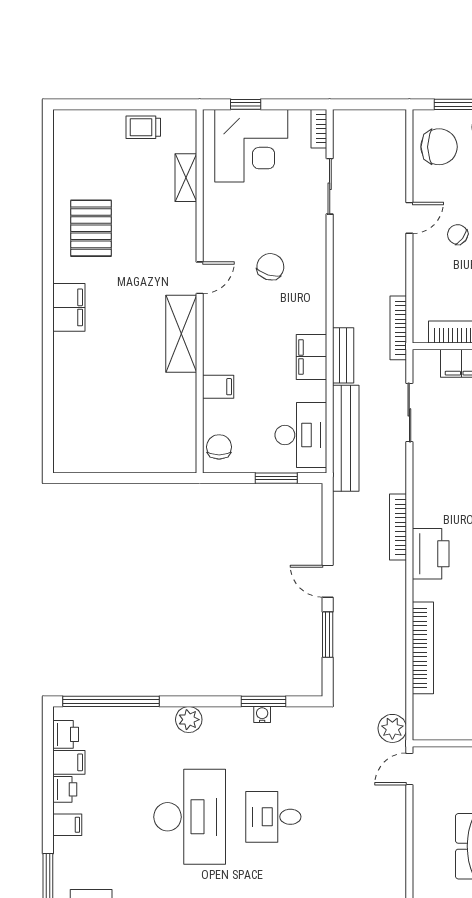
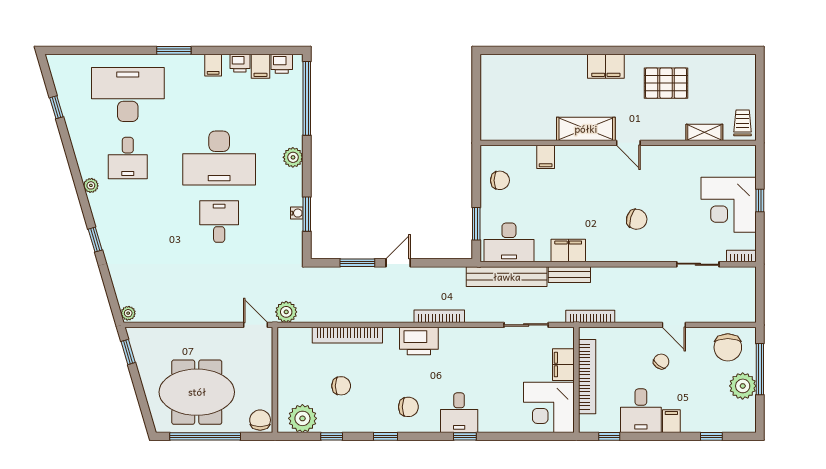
shelving: (186, 178) -> (704, 132), moved
door: (200, 278) -> (628, 143), moved
wall: (200, 291) -> (618, 143), moved
shelving: (181, 334) -> (586, 129), moved
filing cabinet: (218, 387) -> (546, 157), moved

